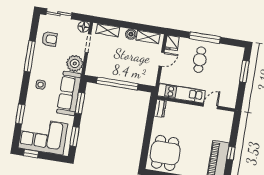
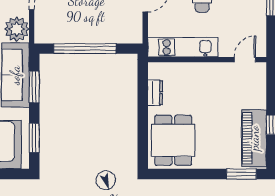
door: (210, 106) -> (245, 60), moved
dresser: (160, 108) -> (155, 93), moved

